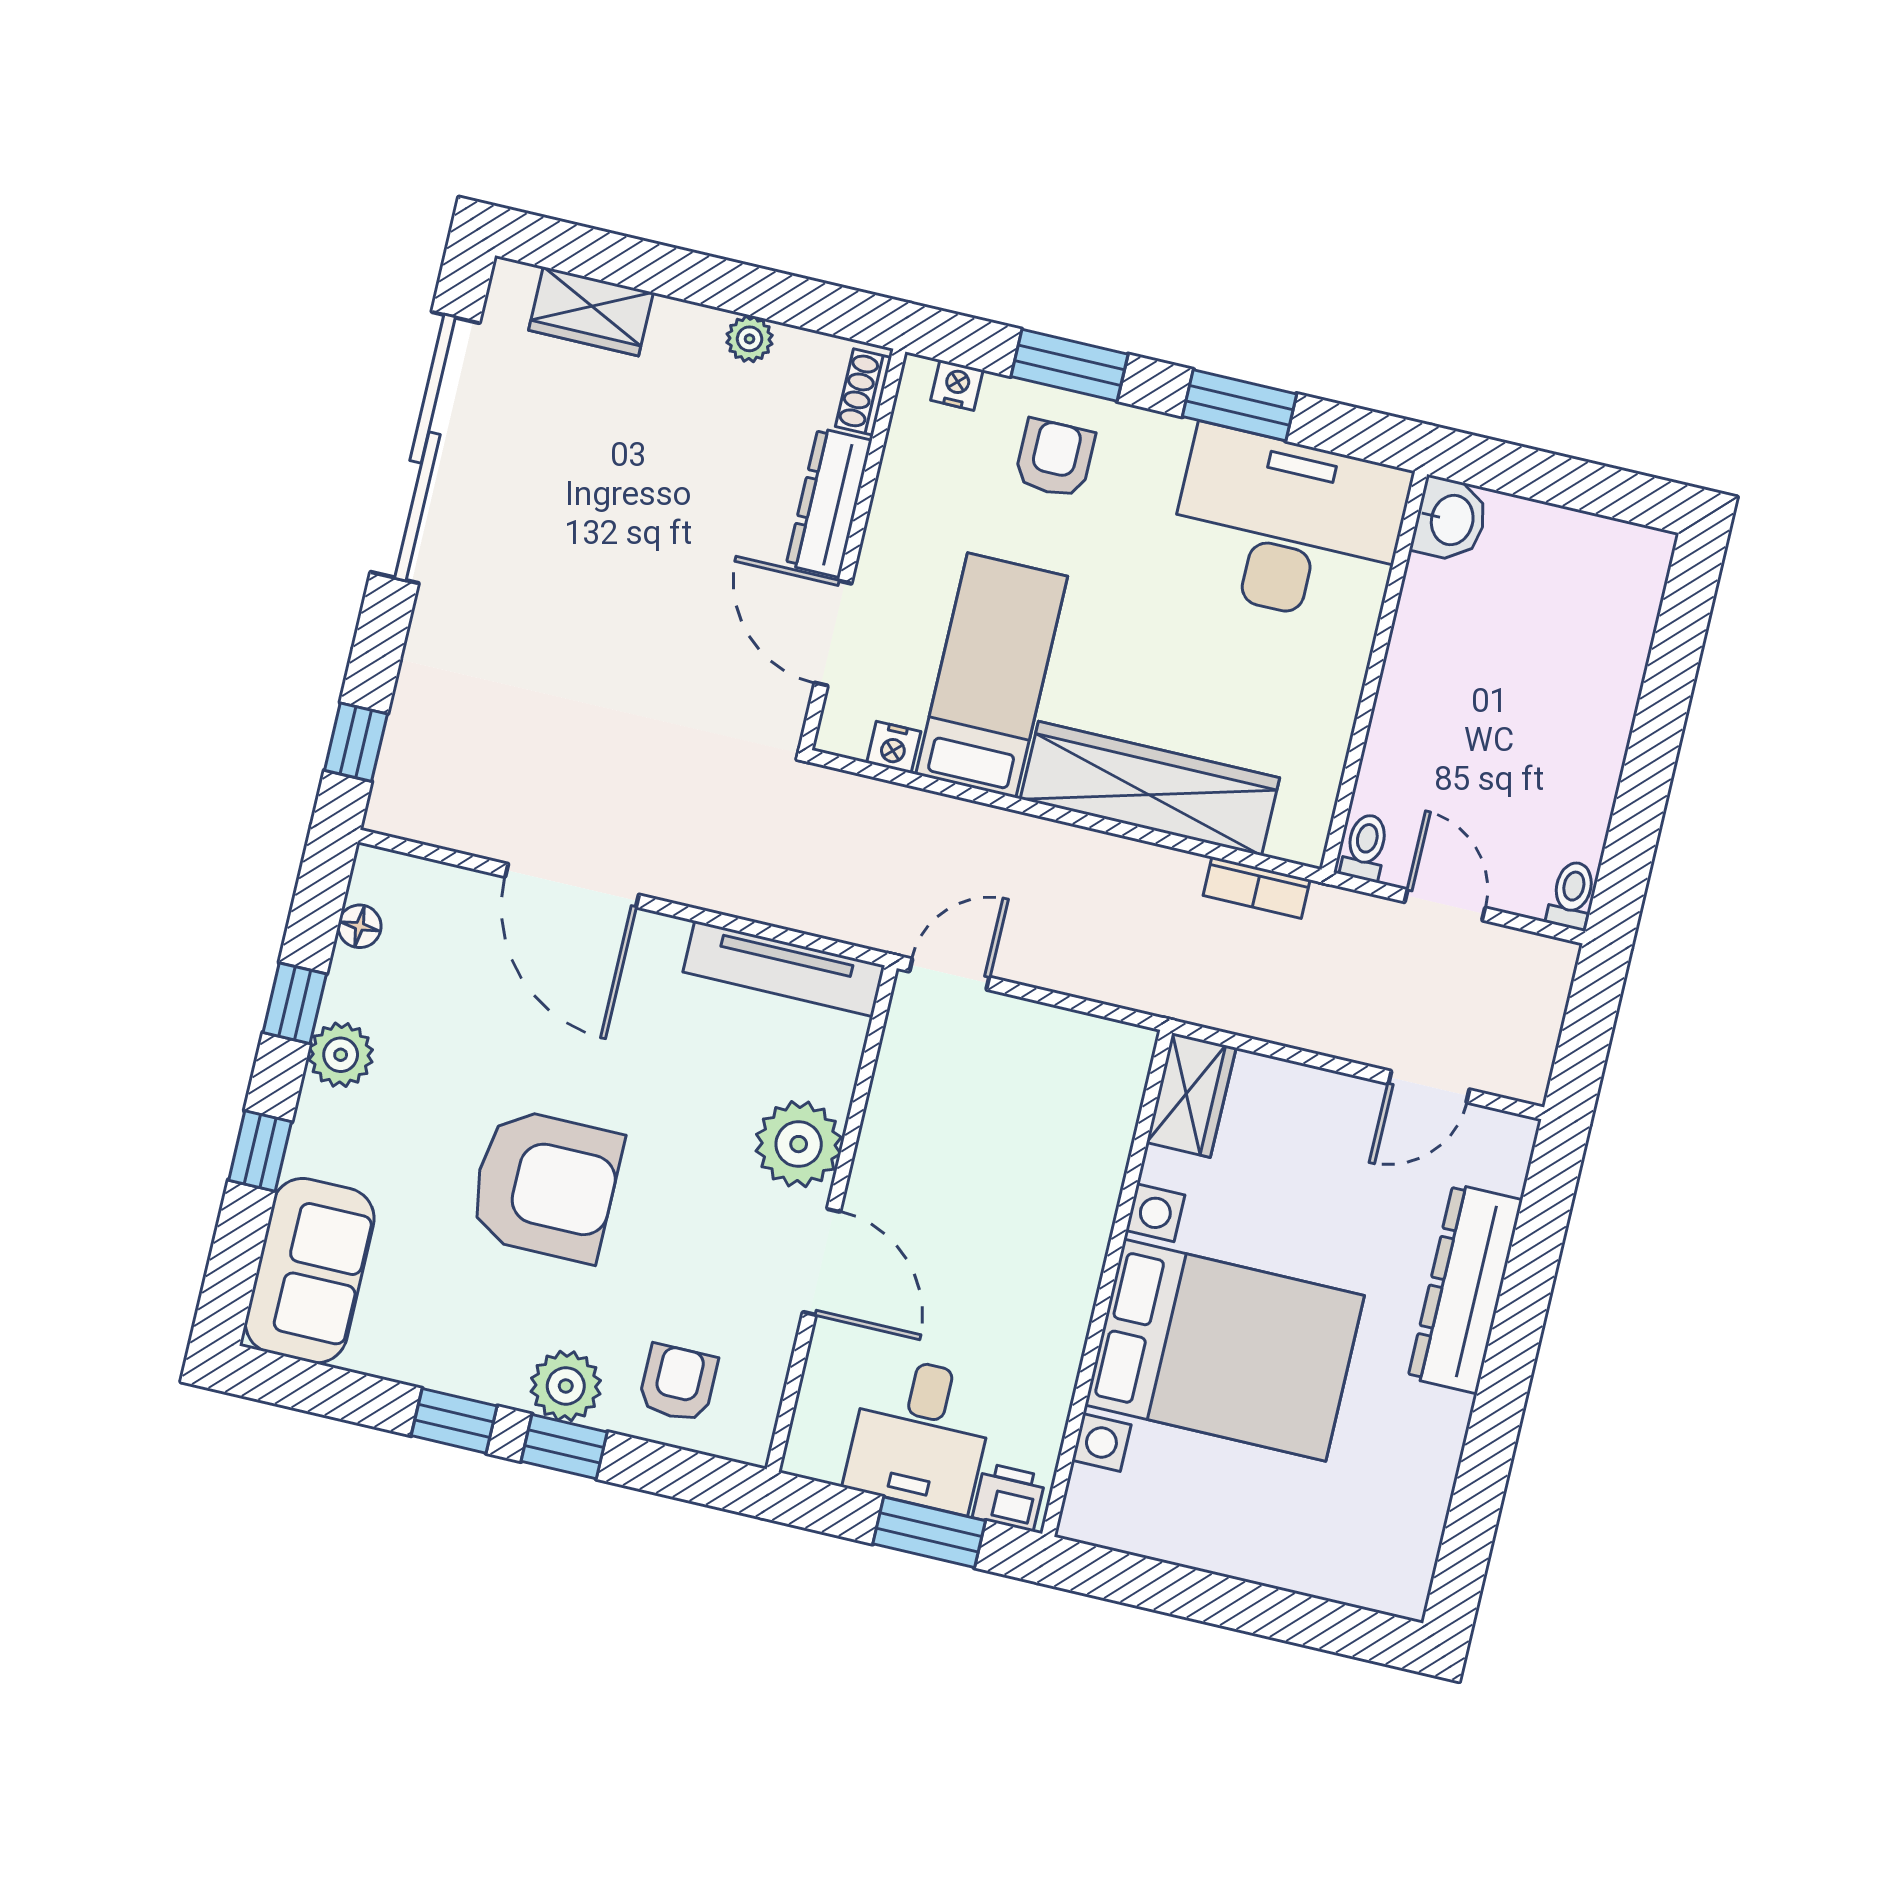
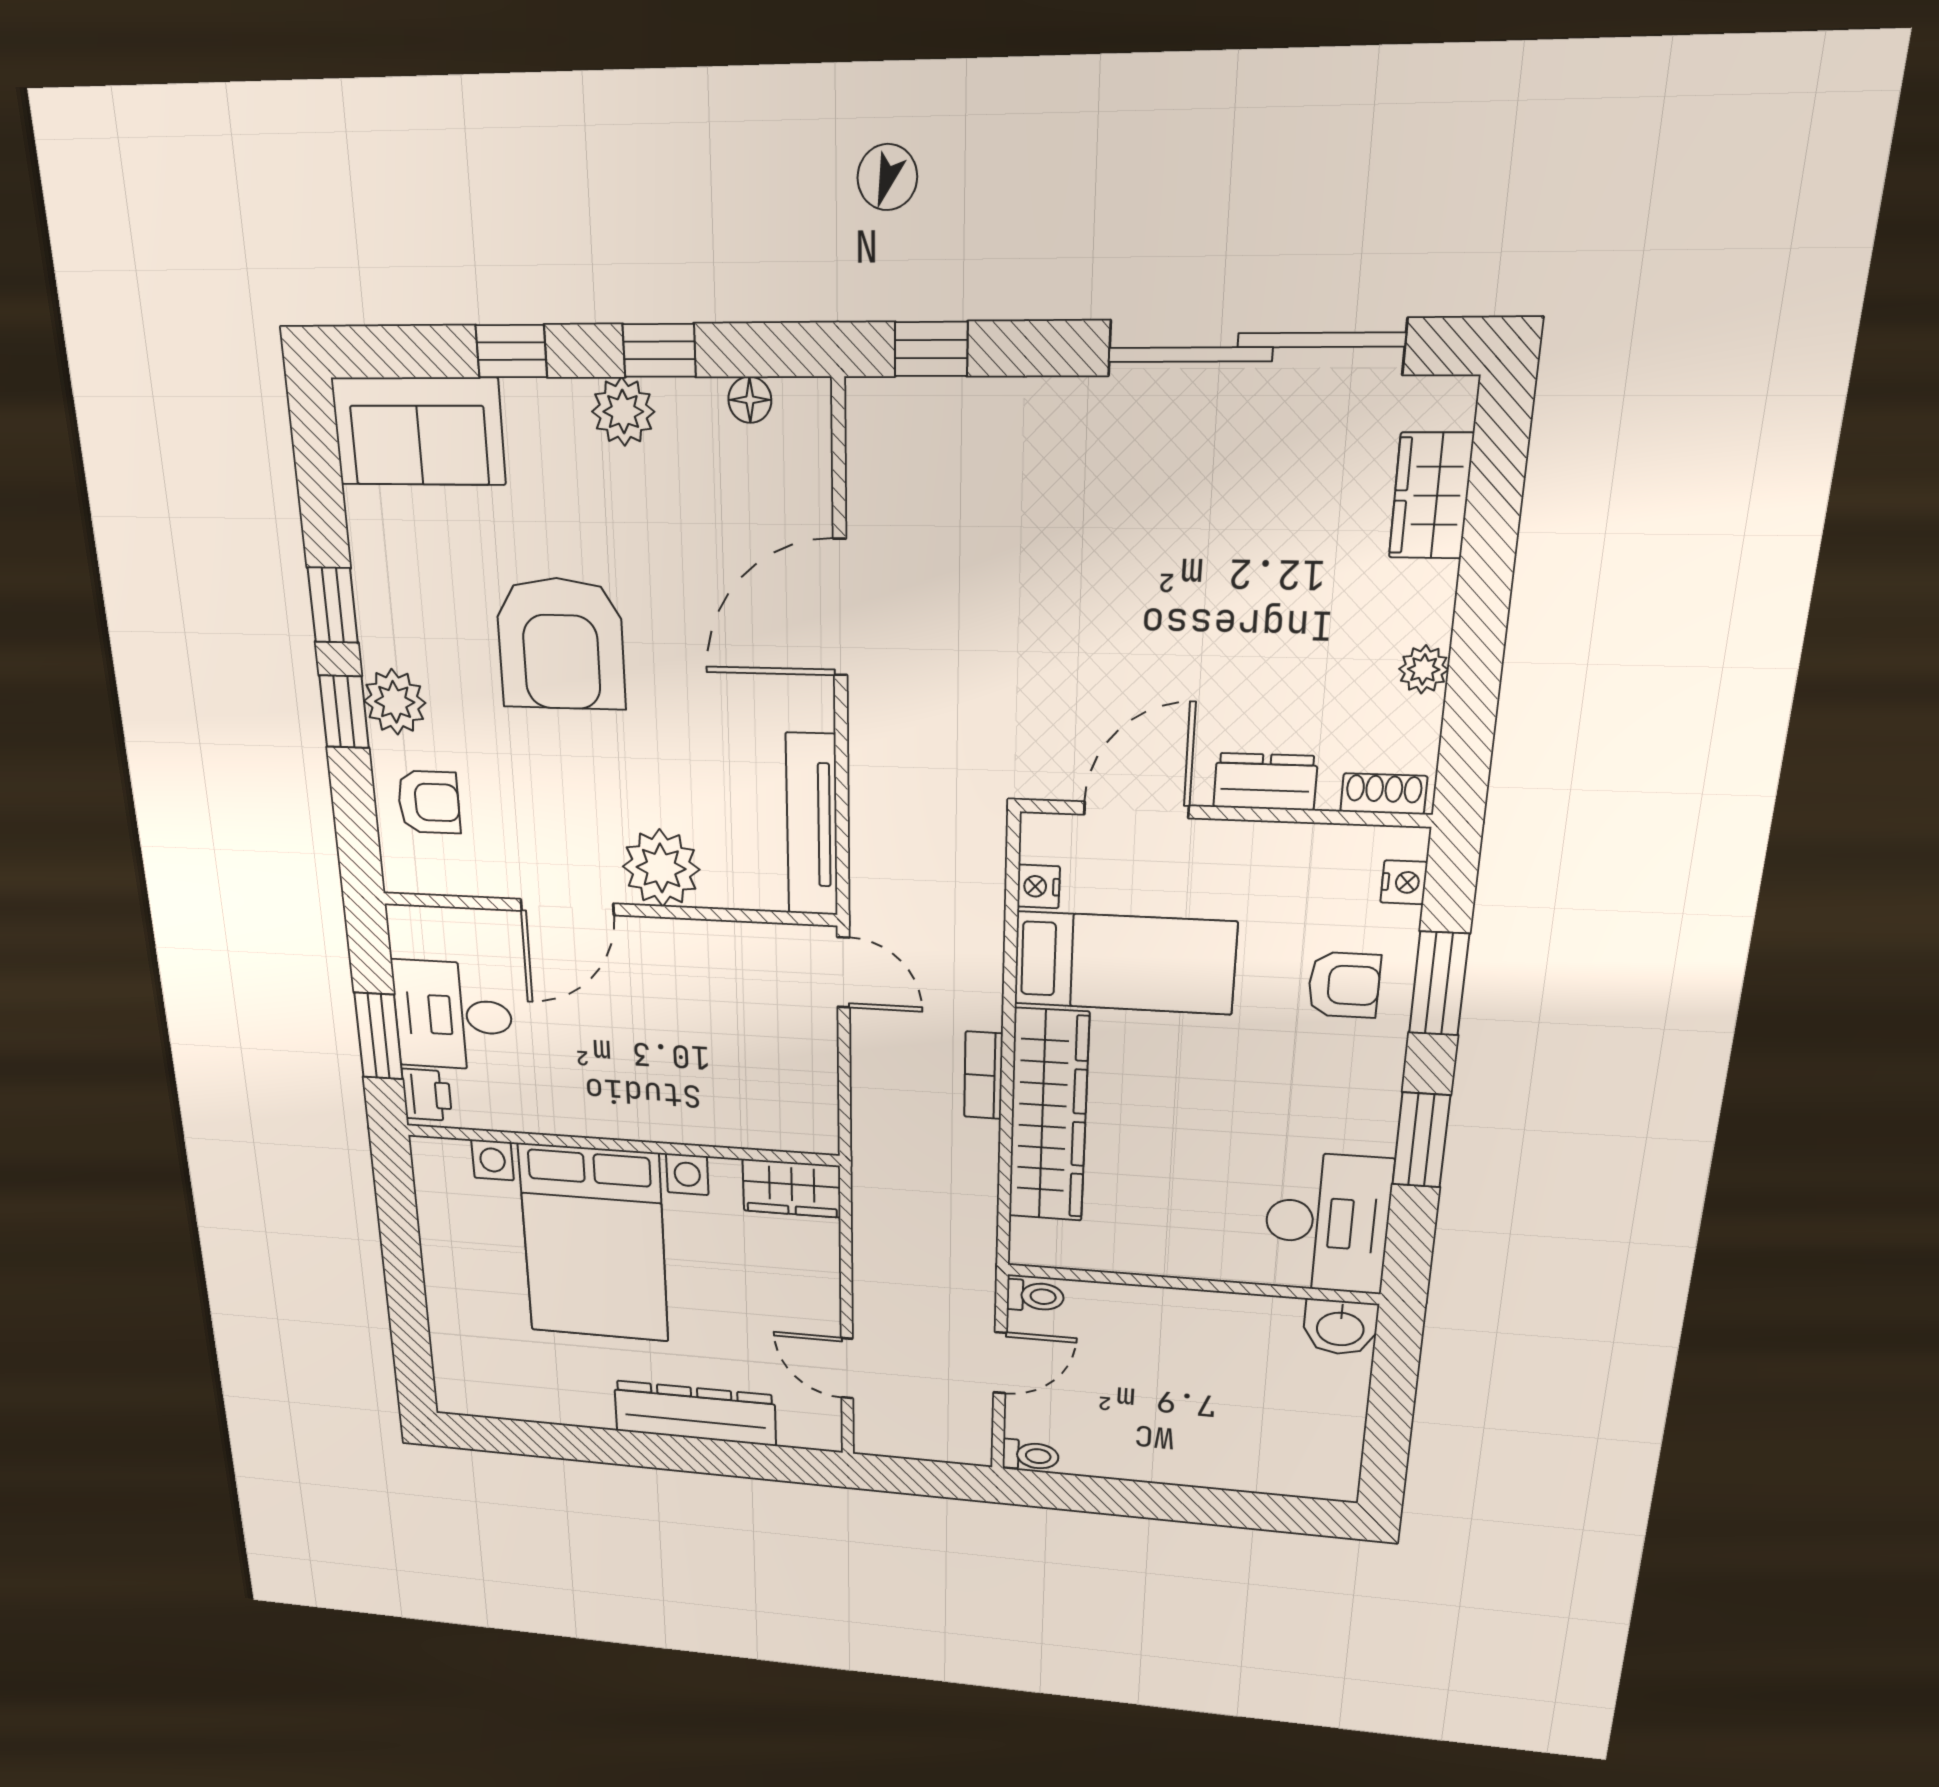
dresser: (829, 503) -> (1265, 782), width x0.70
desk: (1288, 527) -> (1327, 1223), width x0.73, depth x0.77
bookcase: (1257, 888) -> (983, 1075), moved

